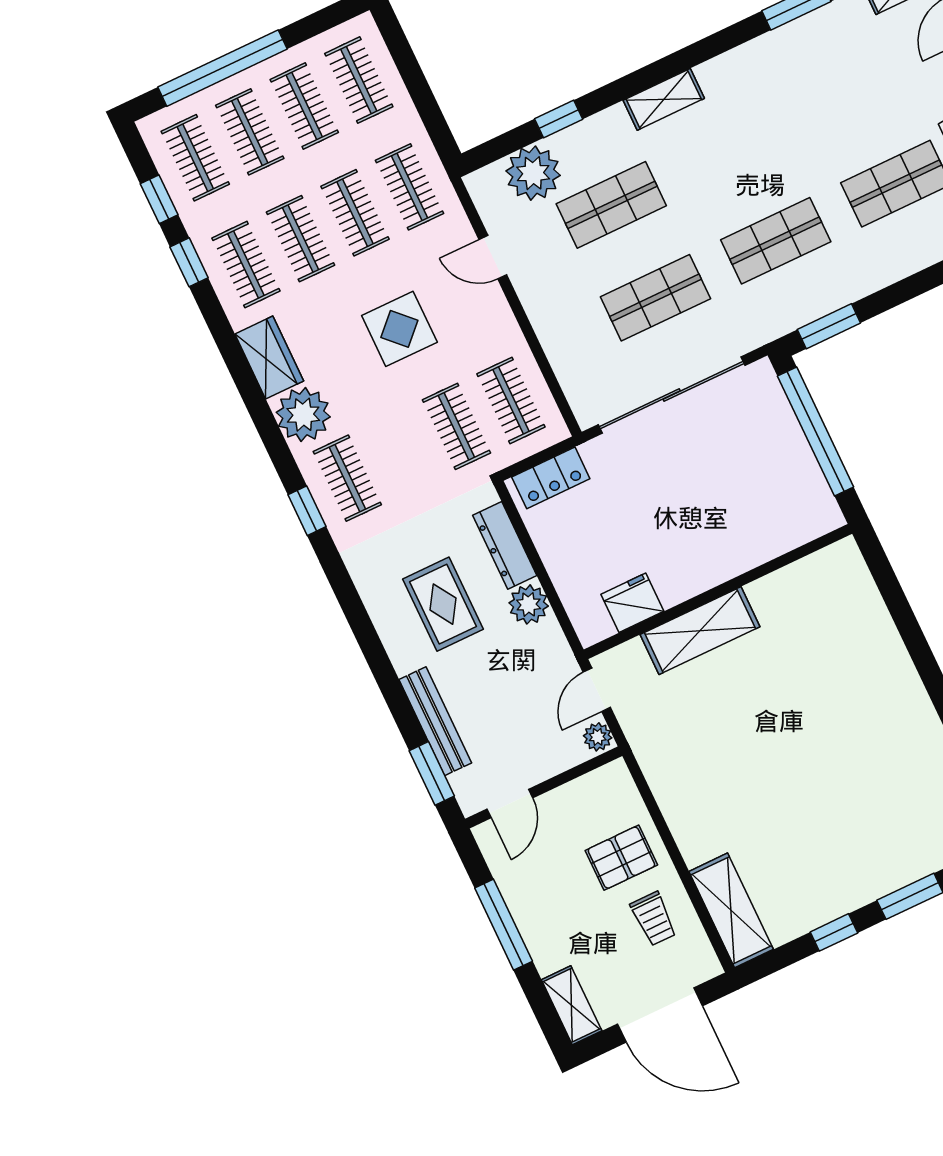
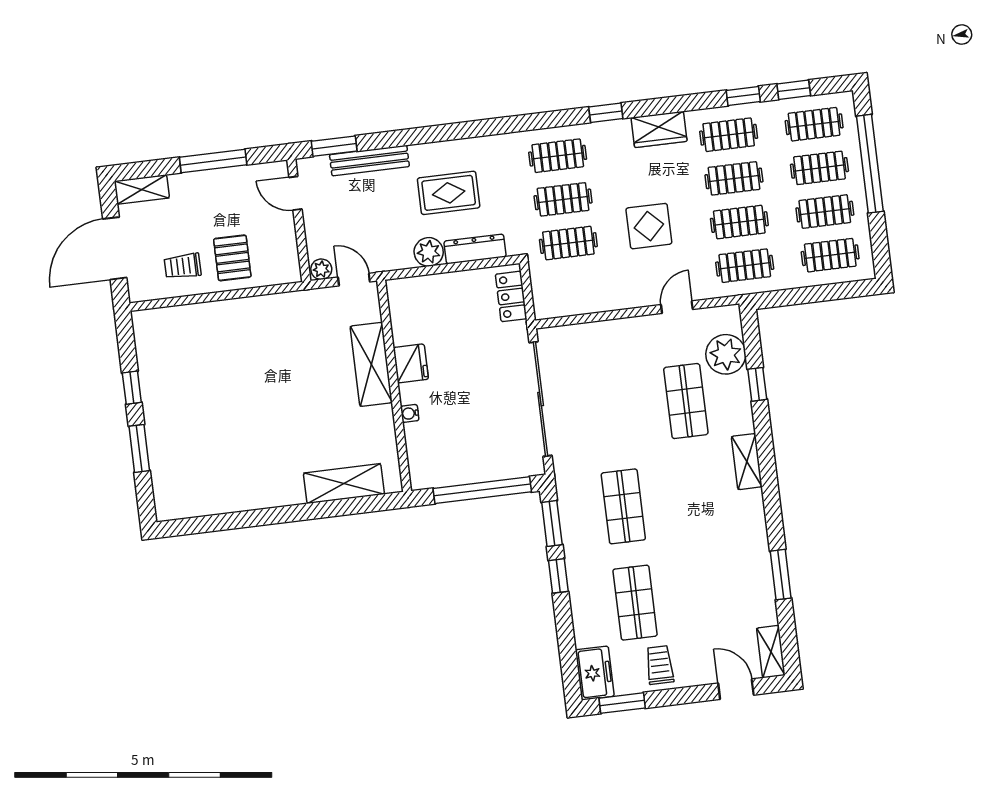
window: (894, 295) -> (558, 576), added
shop shelf: (655, 298) -> (611, 410), removed
clothes rail: (511, 400) -> (563, 199), moved
plant: (303, 415) -> (612, 140), removed
window: (307, 511) -> (606, 113), moved
water cooler: (747, 559) -> (410, 413), added
fridge: (632, 603) -> (411, 363), moved
shelving: (731, 910) -> (344, 484), moved

